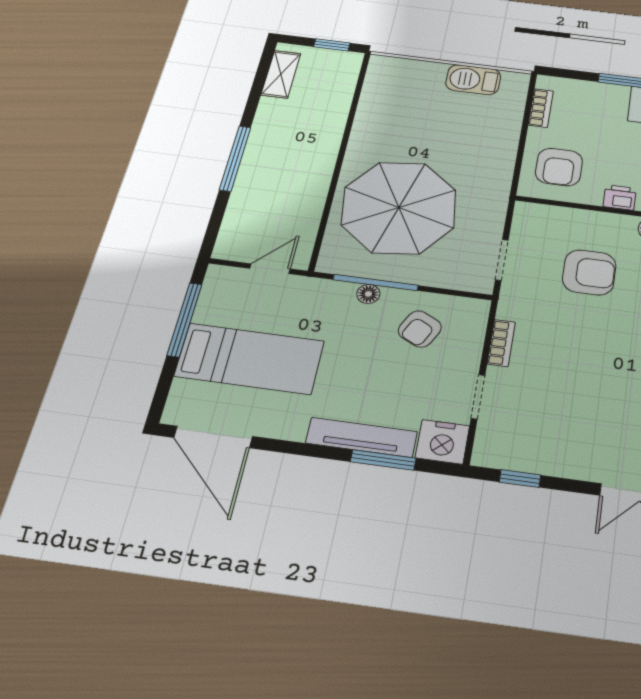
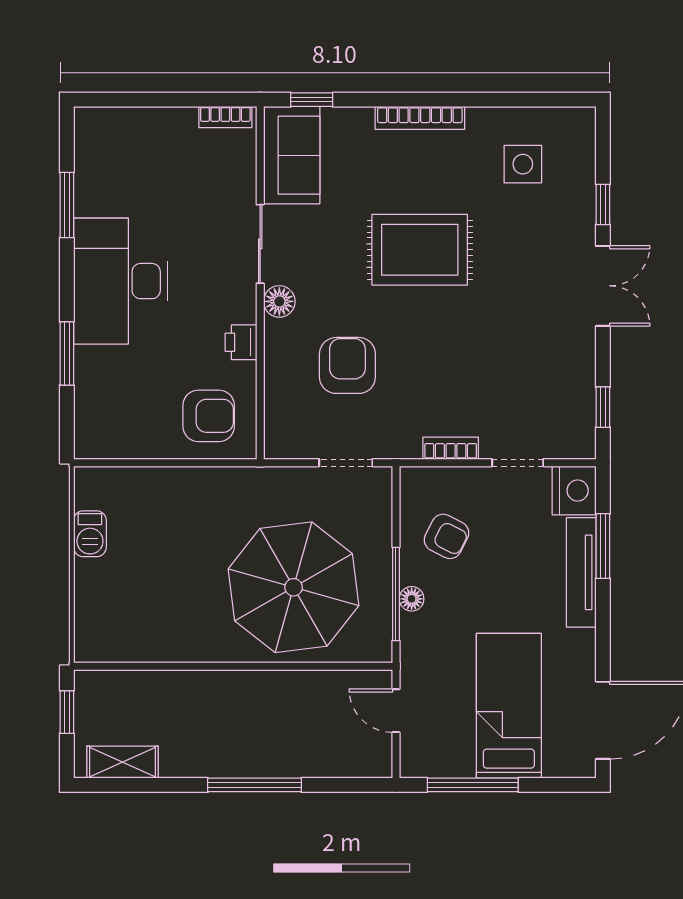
barbecue: (473, 80) -> (90, 534), width x0.73, depth x0.79
bookcase: (541, 108) -> (125, 448), removed

